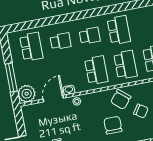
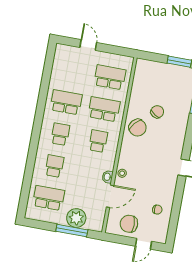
school desk: (96, 70) -> (98, 141), width x0.54
plant: (27, 94) -> (76, 218), moved
door: (53, 99) -> (110, 196), swing flipped
chair: (113, 125) -> (129, 224), moved

